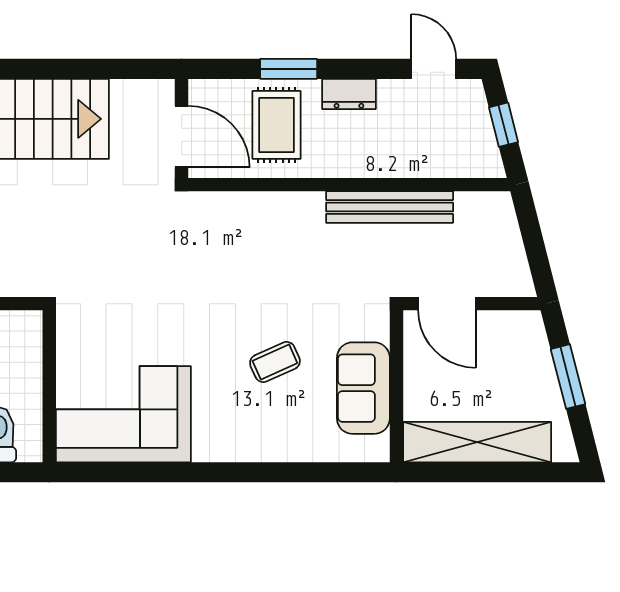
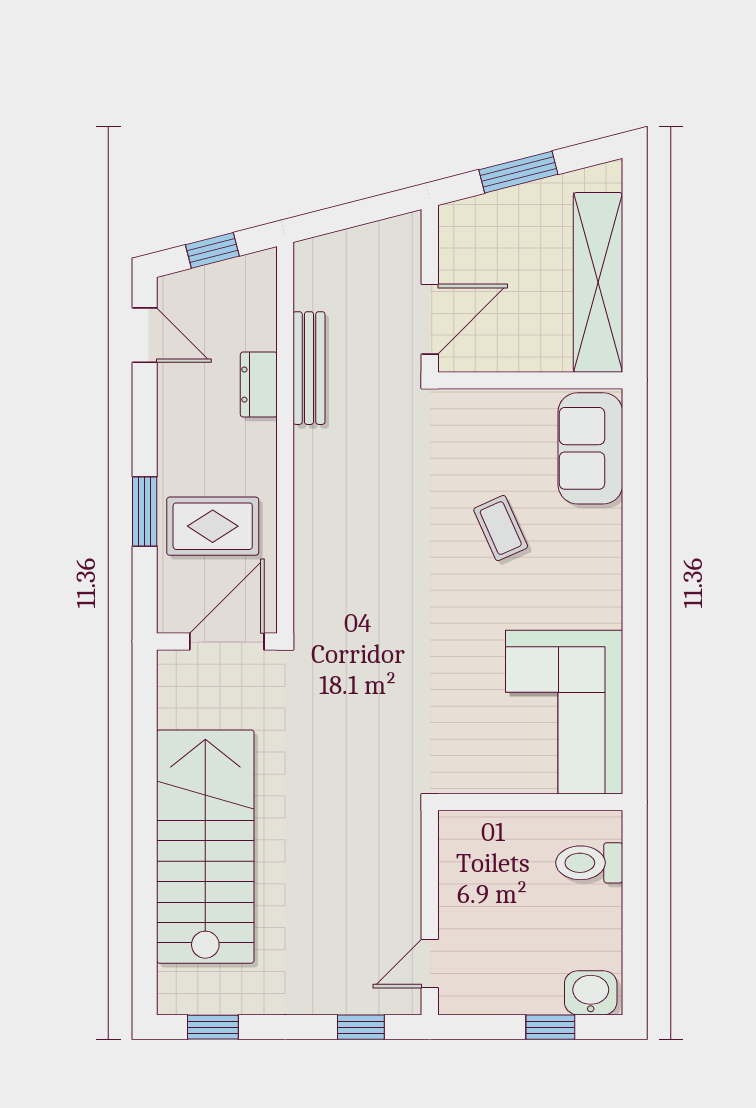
door: (434, 69) -> (145, 335), swing flipped
dresser: (349, 94) -> (259, 385), moved, turned 180
bench: (390, 207) -> (309, 368), width x0.73, depth x0.82
sofa: (363, 388) -> (590, 448), moved, turned 90

